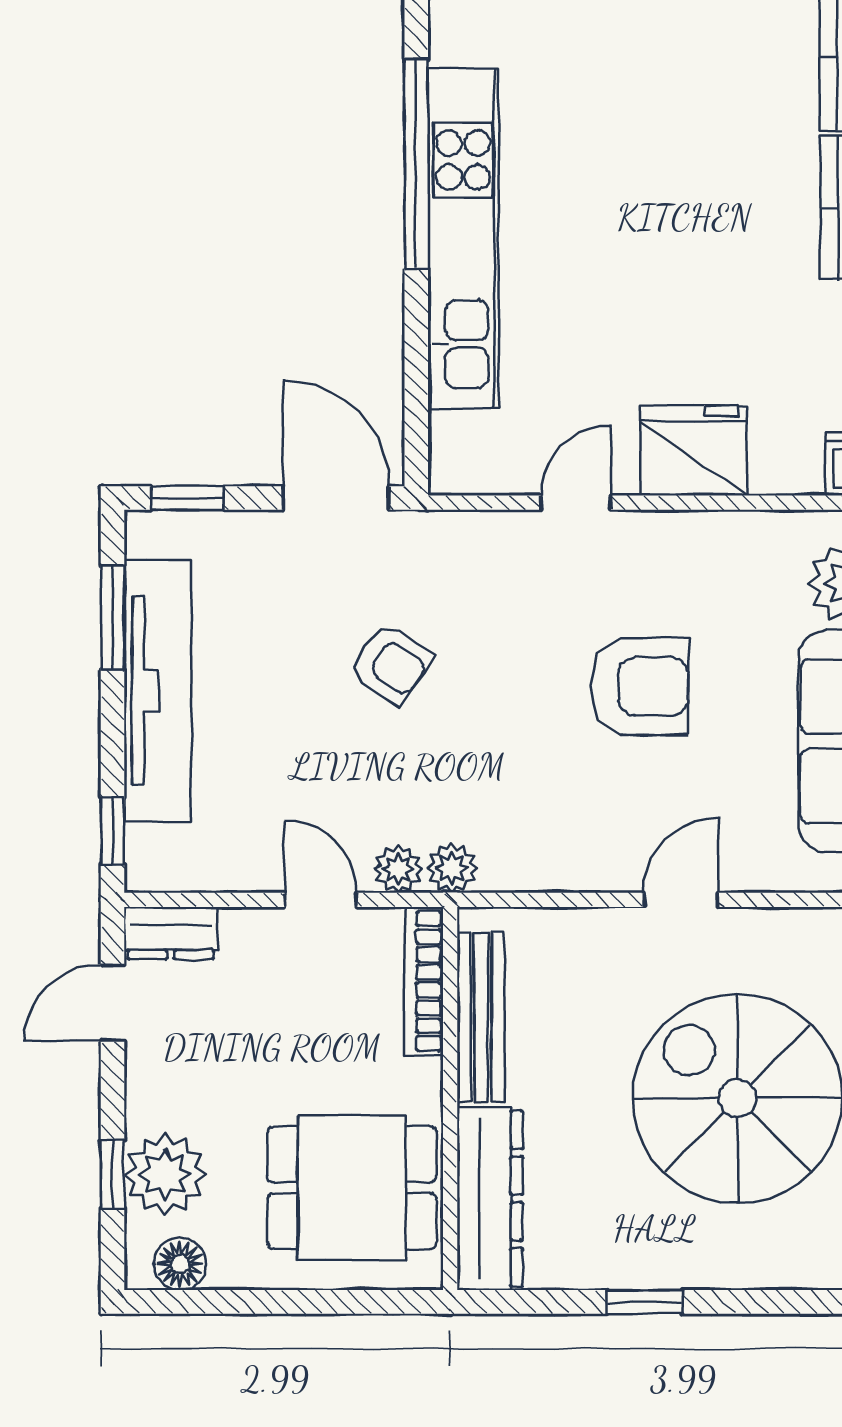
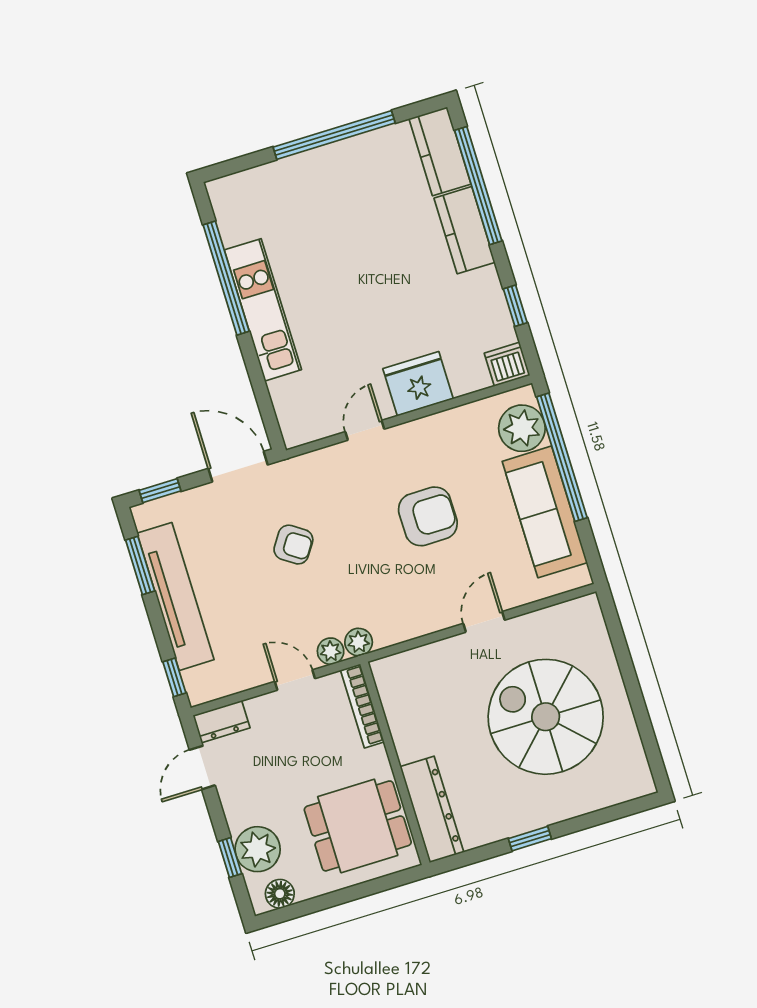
kitchen unit: (463, 238) -> (263, 310), width x0.73
bench: (481, 1017) -> (398, 716), removed

